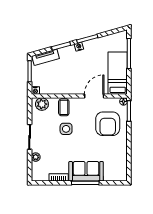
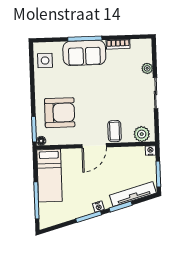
tv unit: (46, 57) -> (133, 194), width x1.41
door: (94, 96) -> (94, 146), moved
armchair: (108, 124) -> (60, 113), turned 90
side table: (66, 129) -> (45, 60), moved

